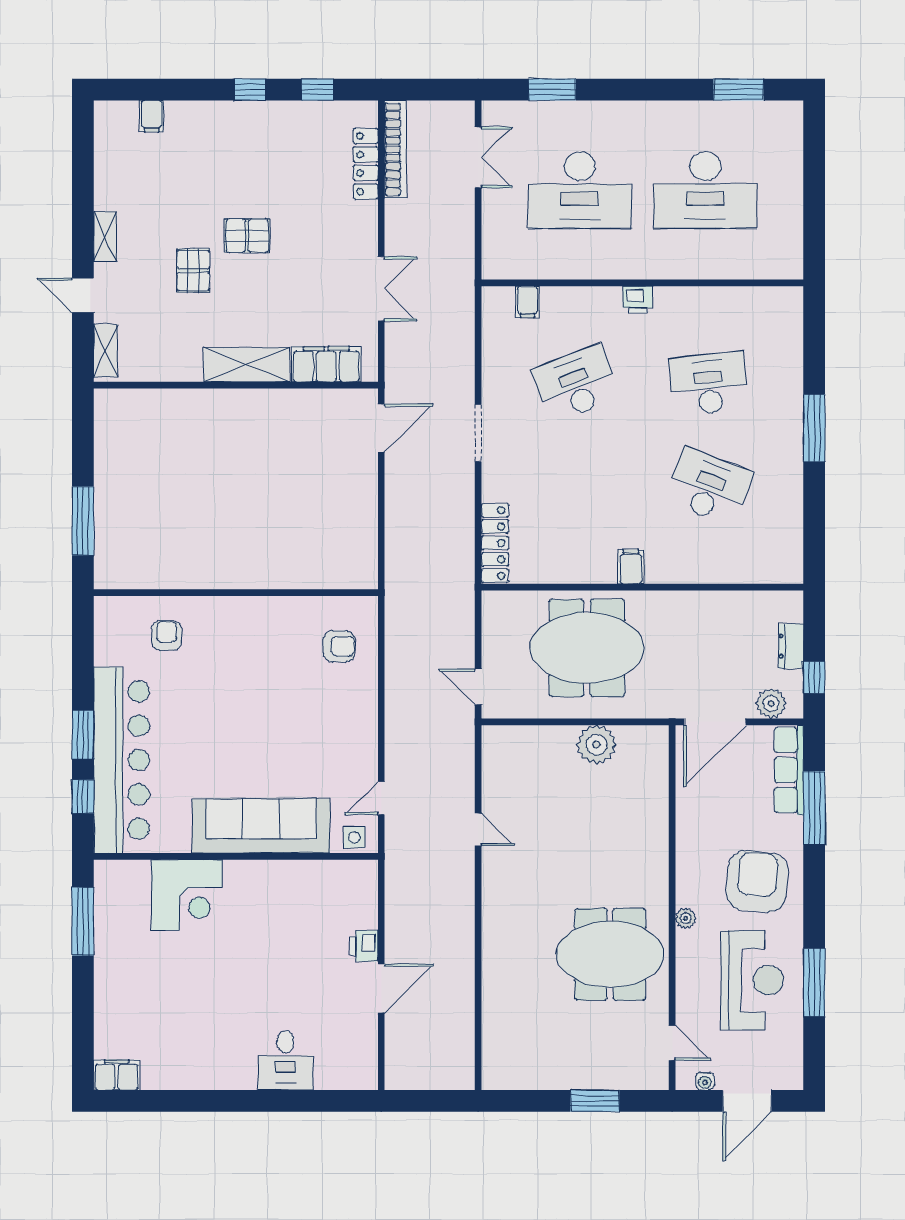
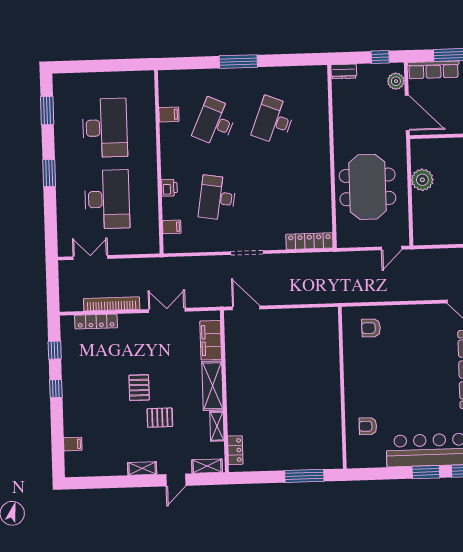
window: (552, 90) -> (49, 173), moved
bookcase: (396, 149) -> (112, 304), moved
printer: (638, 300) -> (169, 188), moved
shelving: (175, 370) -> (217, 426), added
desk: (576, 384) -> (217, 198), turned 30
desk: (709, 384) -> (215, 122), turned 30
locker: (132, 401) -> (235, 450), added
filing cabinet: (631, 567) -> (169, 114), moved, turned 180
armchair: (339, 646) -> (371, 328), turned -90
dresser: (791, 646) -> (344, 71), moved

